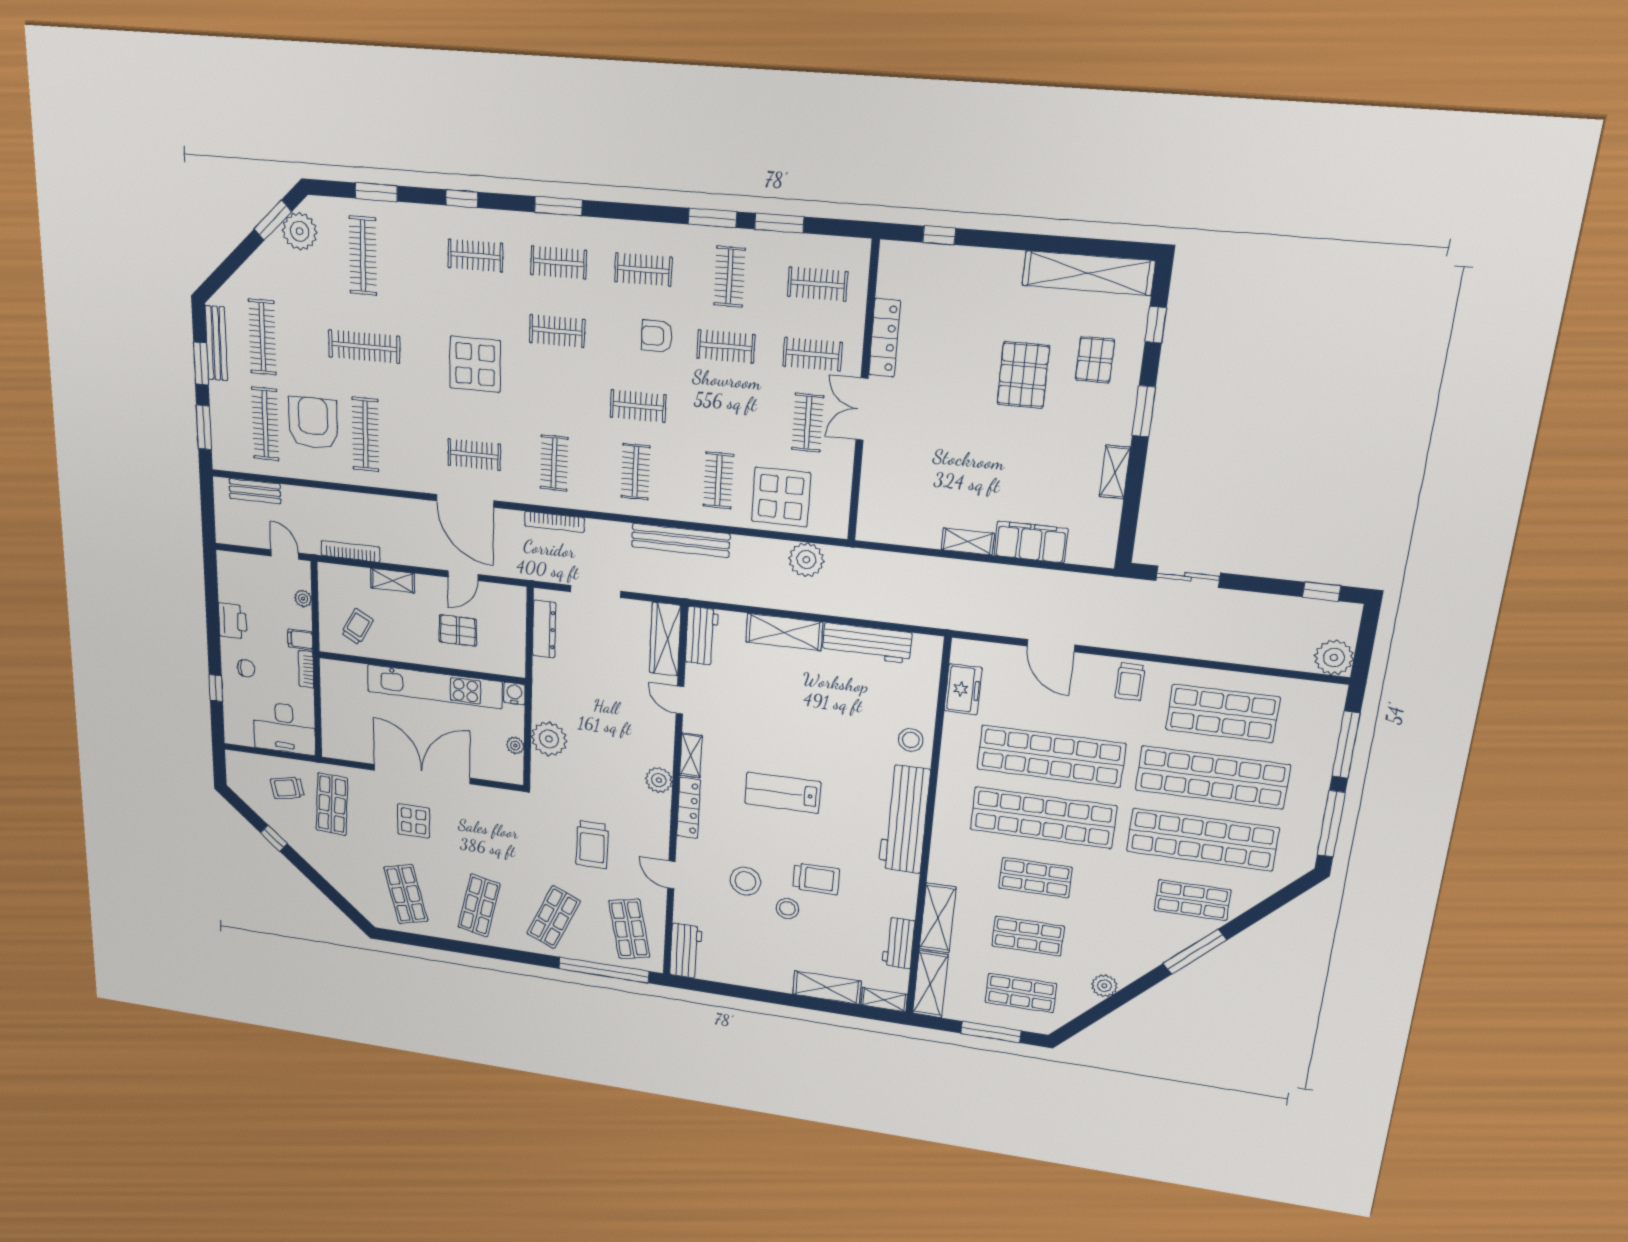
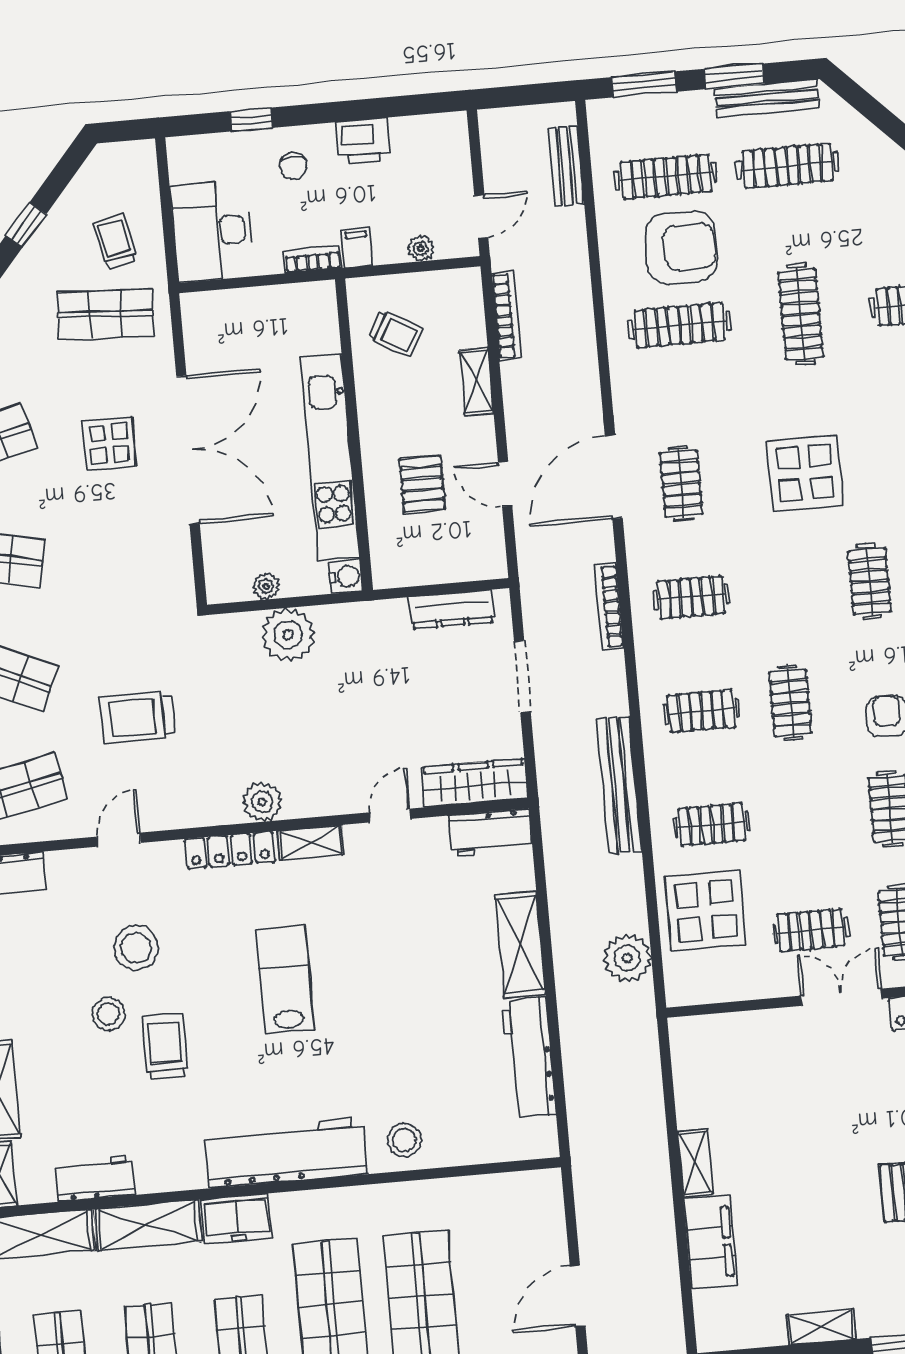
freezer: (963, 689) -> (237, 1218), moved
trolley: (816, 879) -> (165, 1047), turned 180

